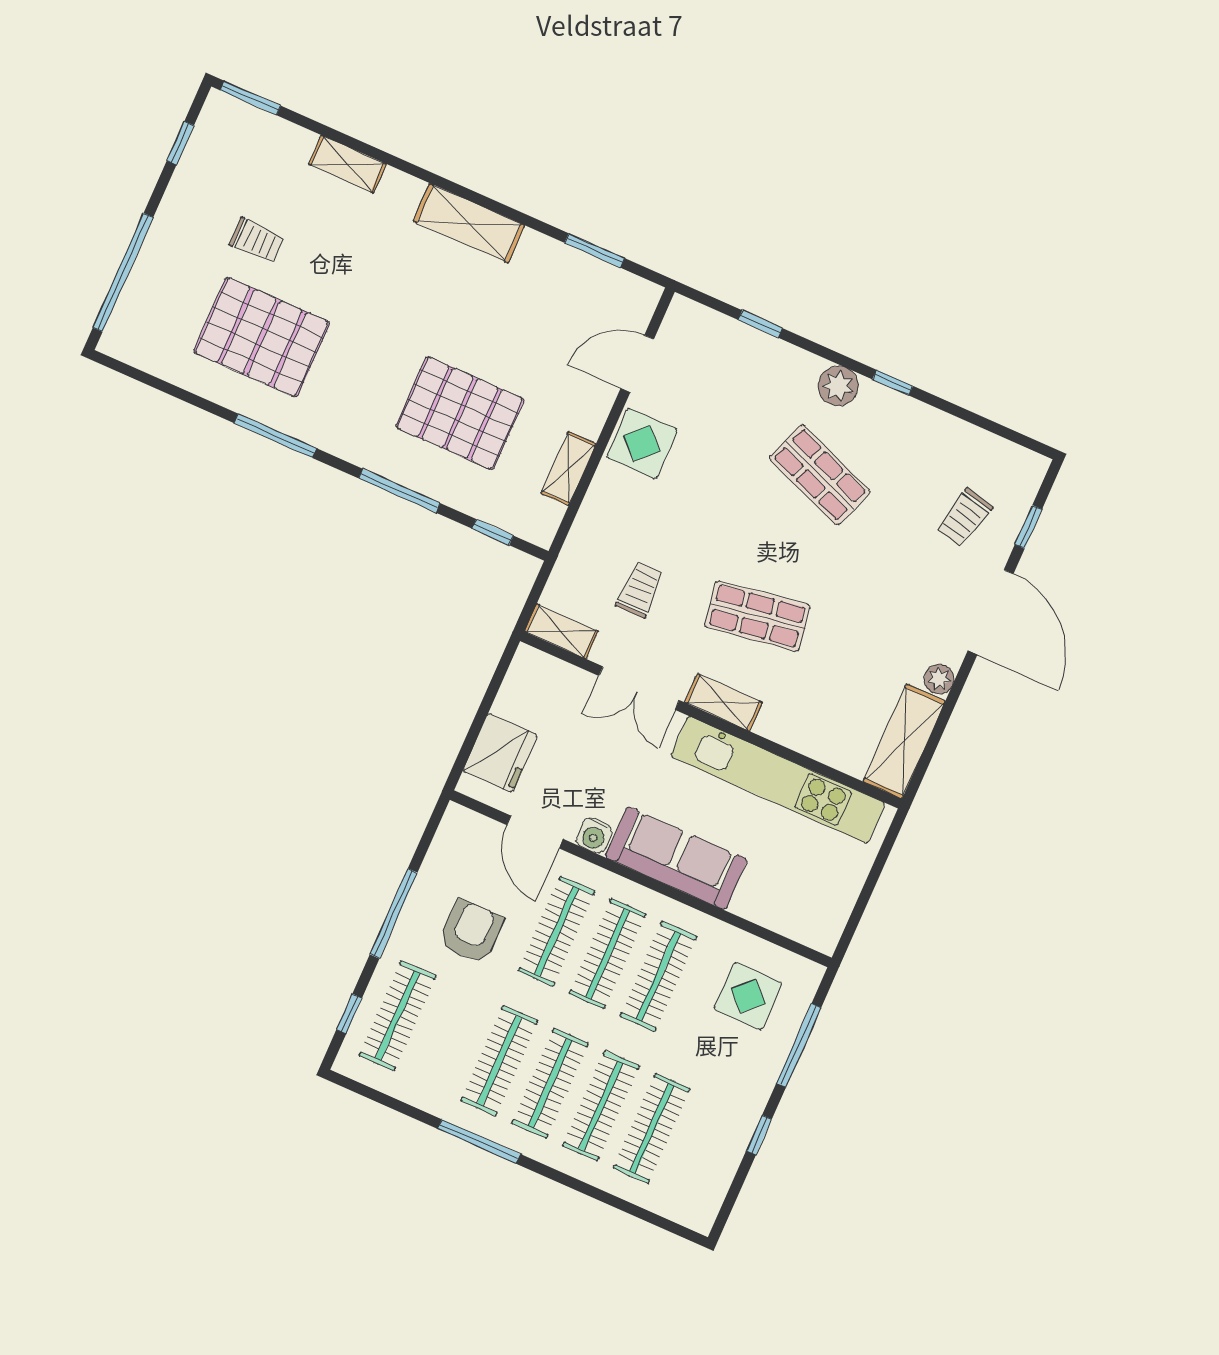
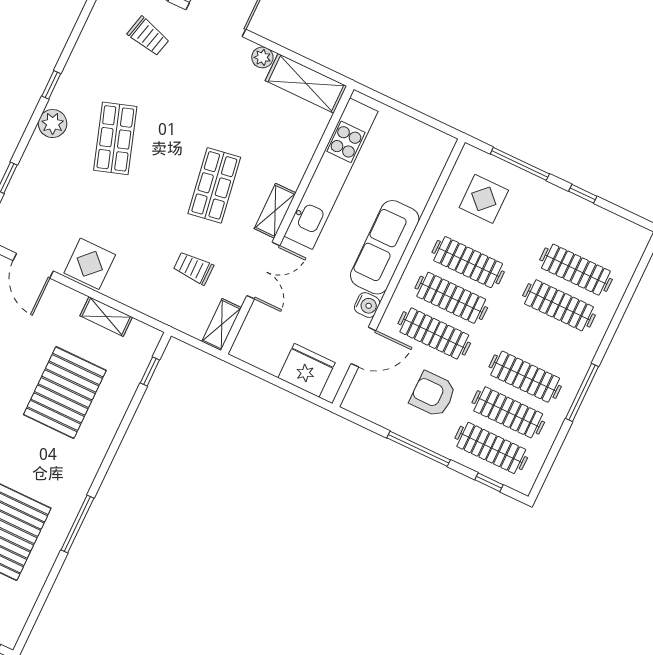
shop shelf: (820, 475) -> (115, 138), turned -39
window: (399, 491) -> (119, 437), removed
clothes rail: (550, 1083) -> (508, 412), moved

